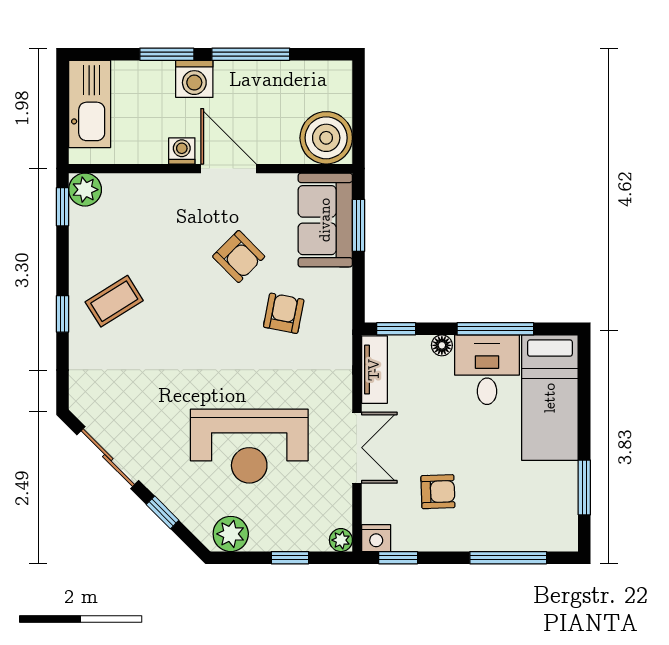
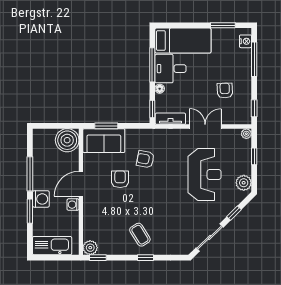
armchair: (239, 256) -> (120, 179), turned -45
nightstand: (376, 538) -> (246, 41), moved

